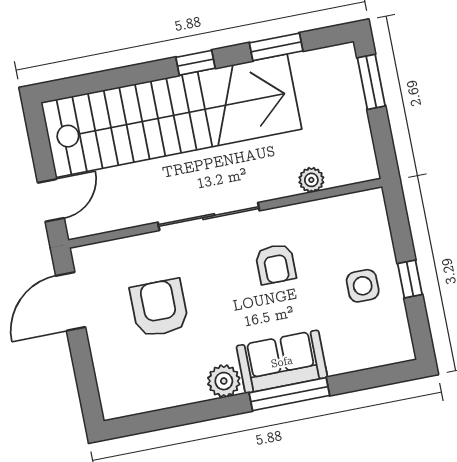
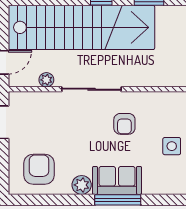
plant: (311, 180) -> (46, 80), moved
armchair: (159, 308) -> (39, 169), moved

